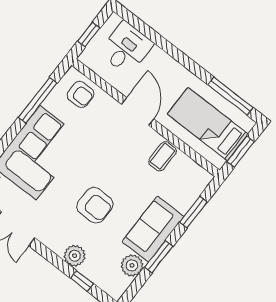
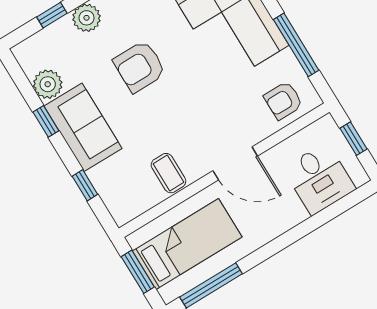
window: (193, 212) -> (85, 185), width x0.67
window: (159, 257) -> (46, 121), width x0.67

